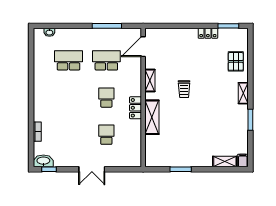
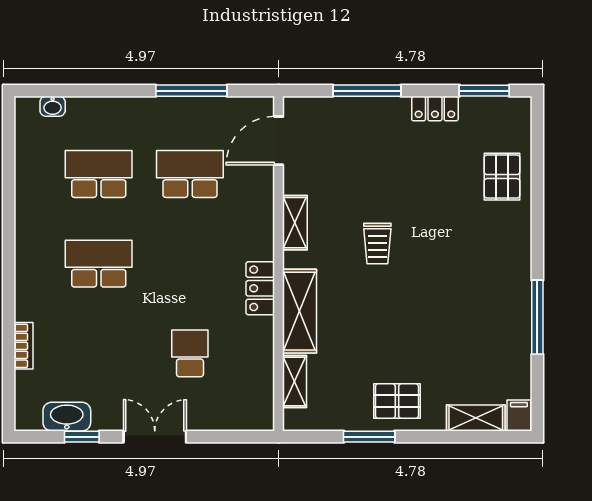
window: (180, 26) -> (367, 91), added
shelving: (243, 93) -> (294, 382), moved
school desk: (106, 98) -> (99, 264), moved, width x1.85
window: (250, 120) -> (537, 317), width x1.44
pallet: (192, 155) -> (397, 401), added
washbasin: (43, 161) -> (67, 417), moved
window: (49, 169) -> (82, 437), moved
double door: (92, 169) -> (155, 437), swing flipped

